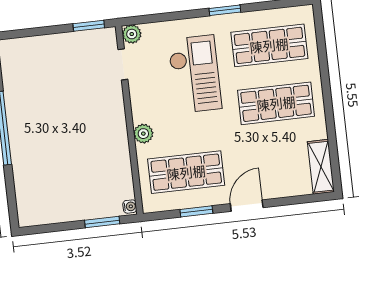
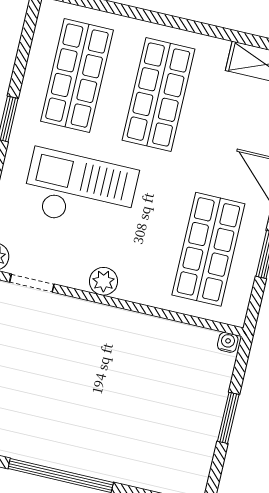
plant: (143, 134) -> (104, 281), moved
window: (102, 222) -> (228, 418), moved

